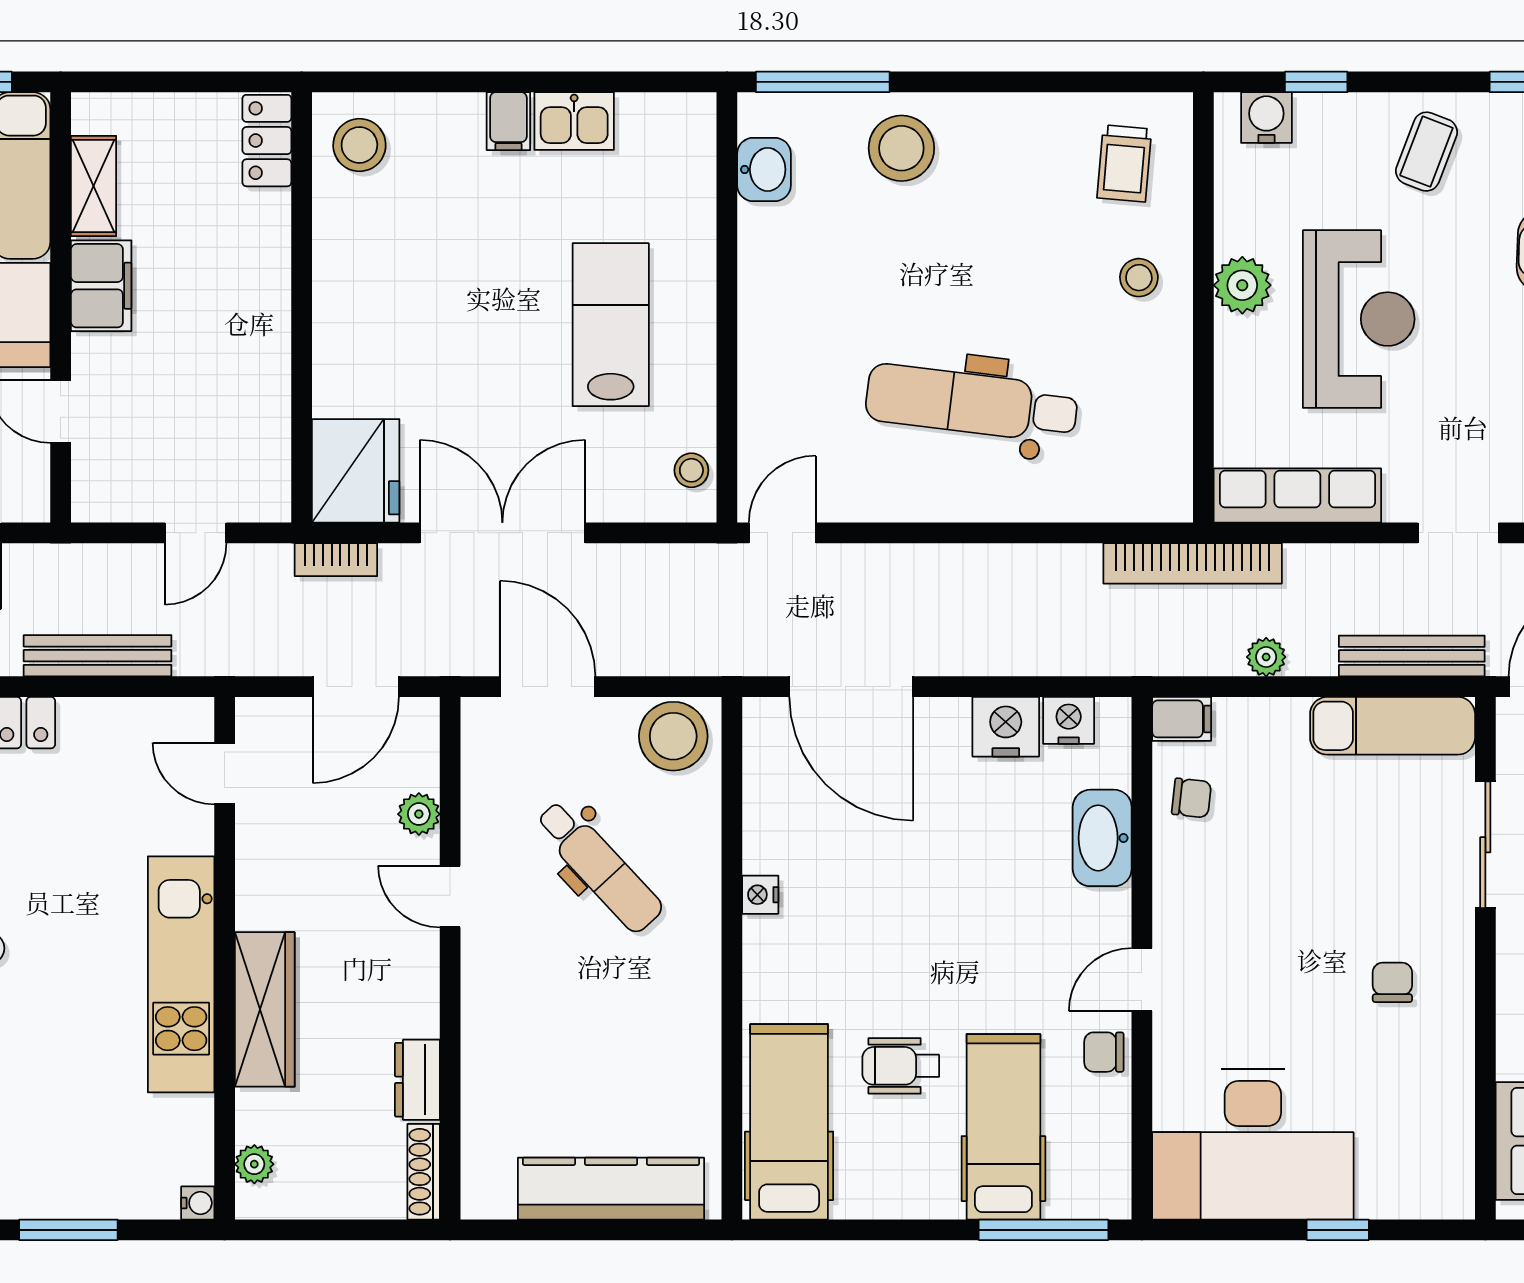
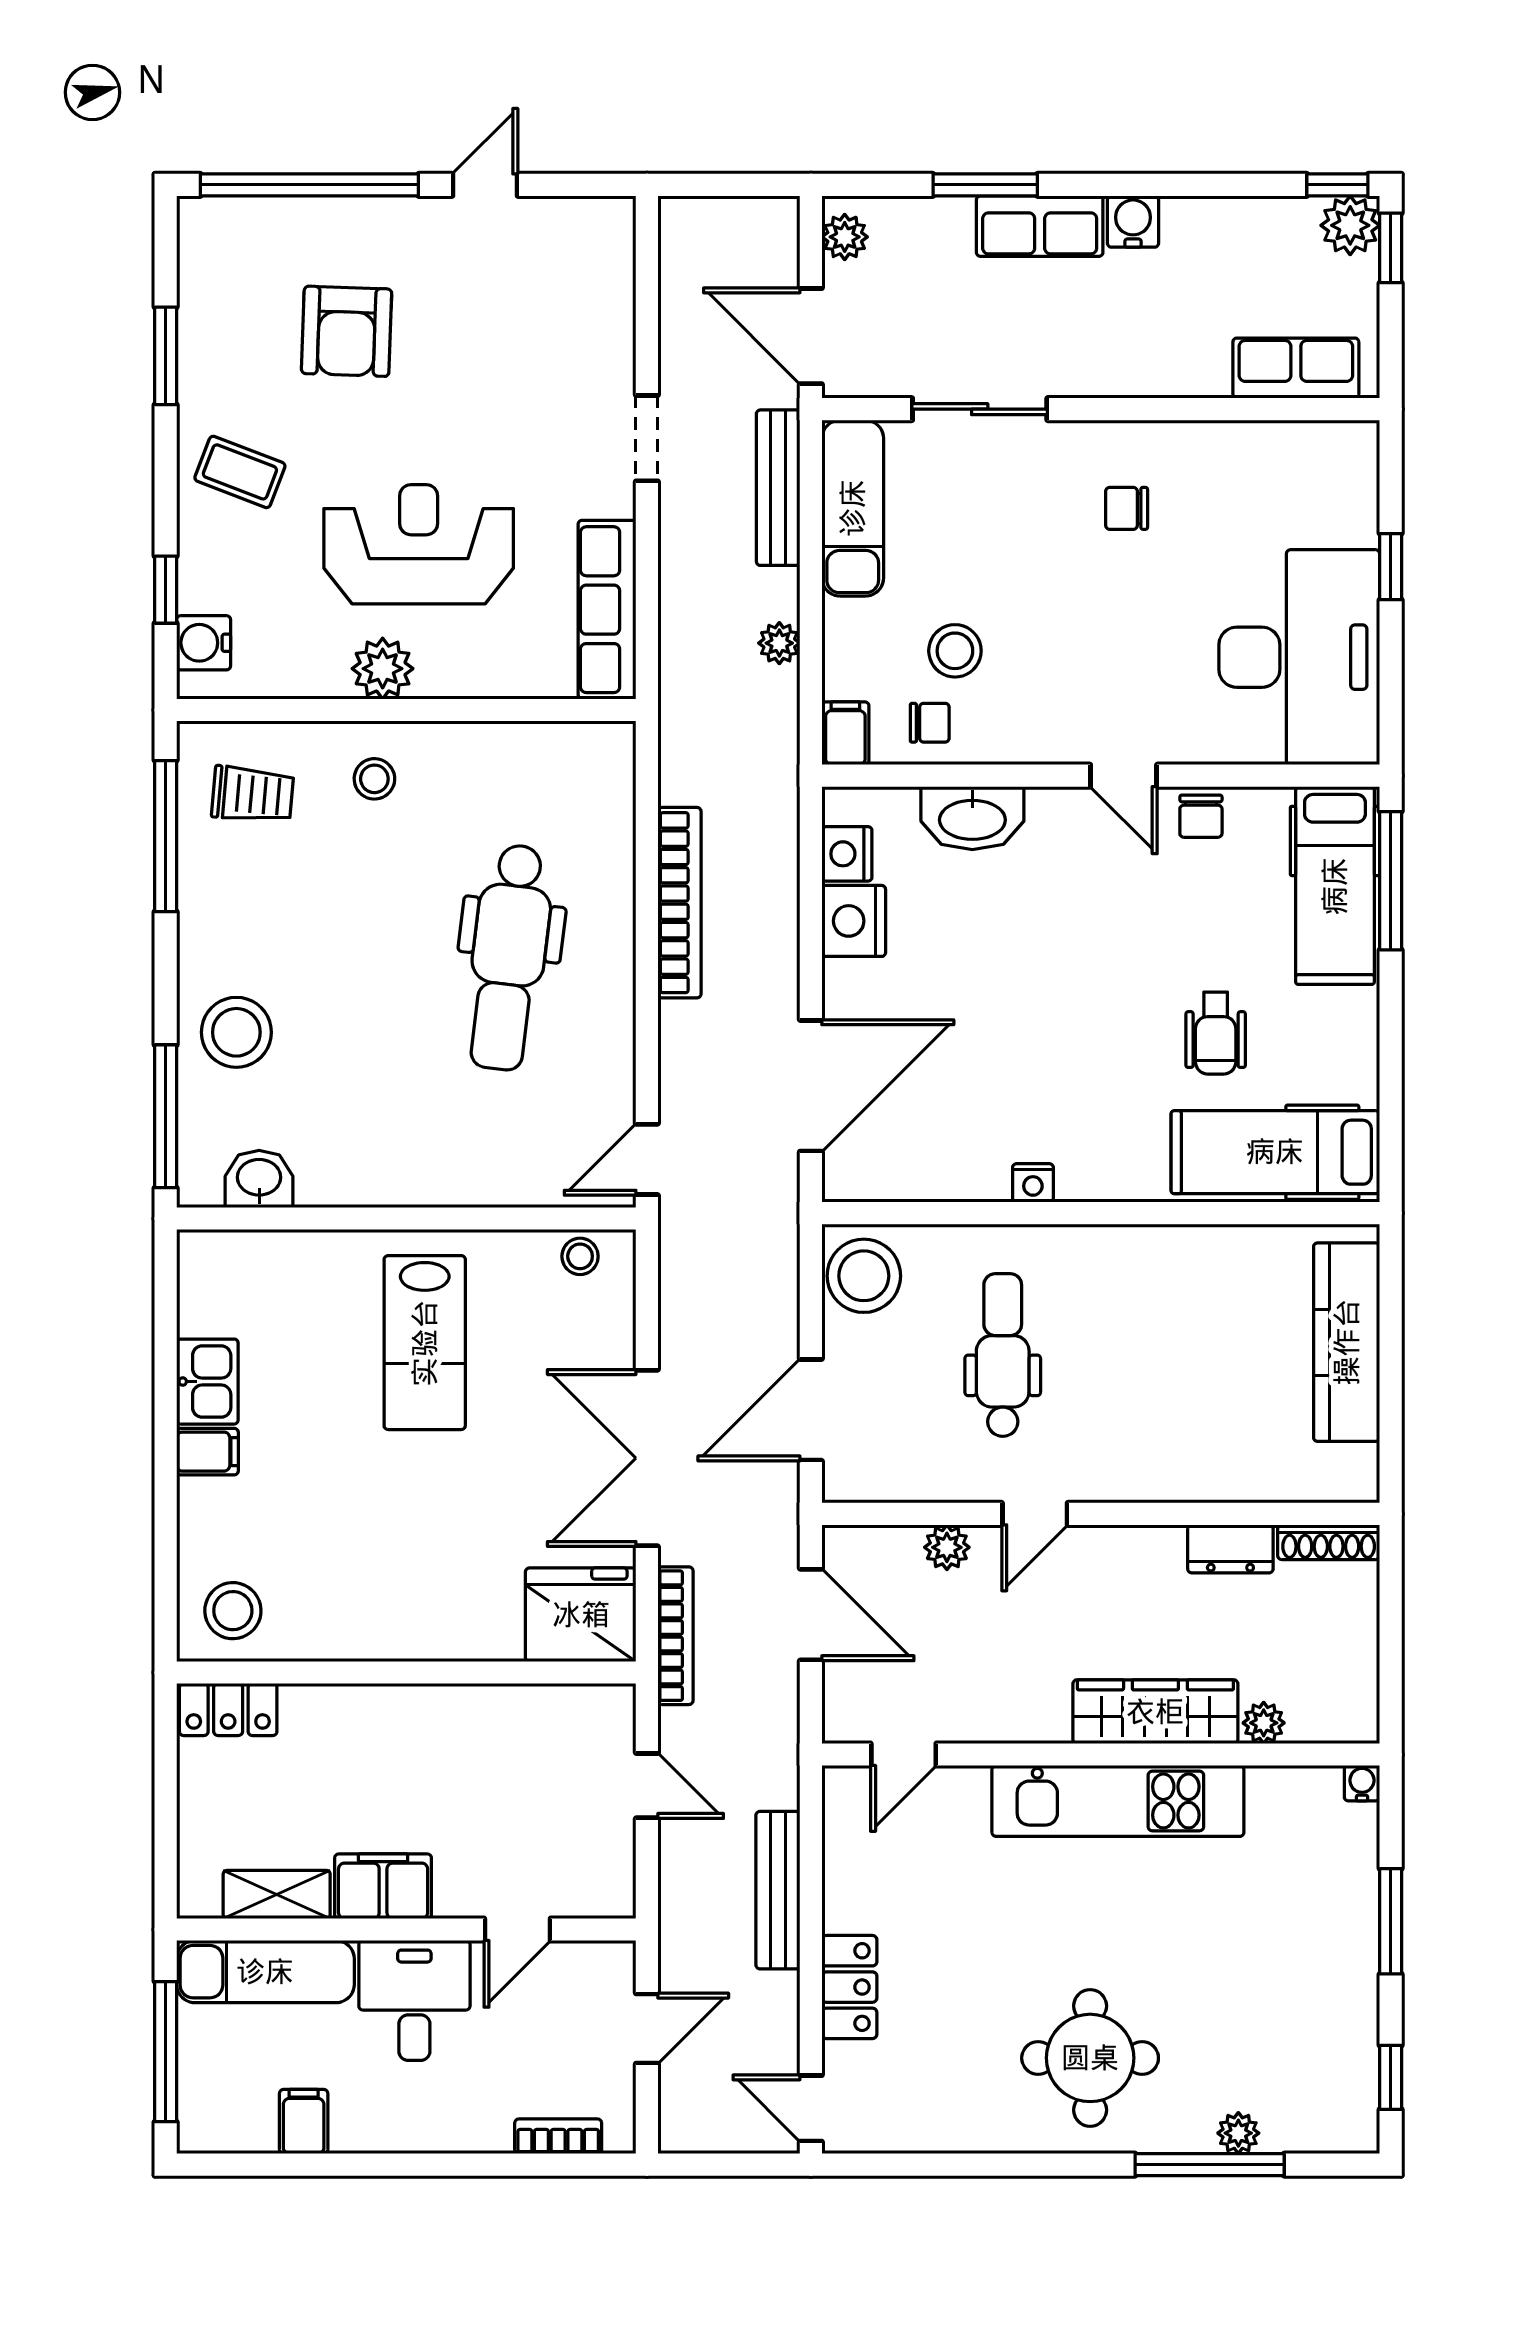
window: (1085, 82) -> (166, 836), added
lab bench: (611, 325) -> (425, 1343), turned -90
door: (782, 533) -> (647, 1159), hinge flipped
bookcase: (336, 560) -> (675, 1636), width x1.56
bookcase: (1193, 563) -> (679, 903), moved
chair: (1191, 798) -> (930, 723), turned 84
stool: (1259, 822) -> (955, 651), added
dental chair: (599, 866) -> (1003, 1355), turned -47
hospital bed: (1003, 1127) -> (1335, 886), moved, turned -90
plant: (254, 1164) -> (1264, 1723), moved

